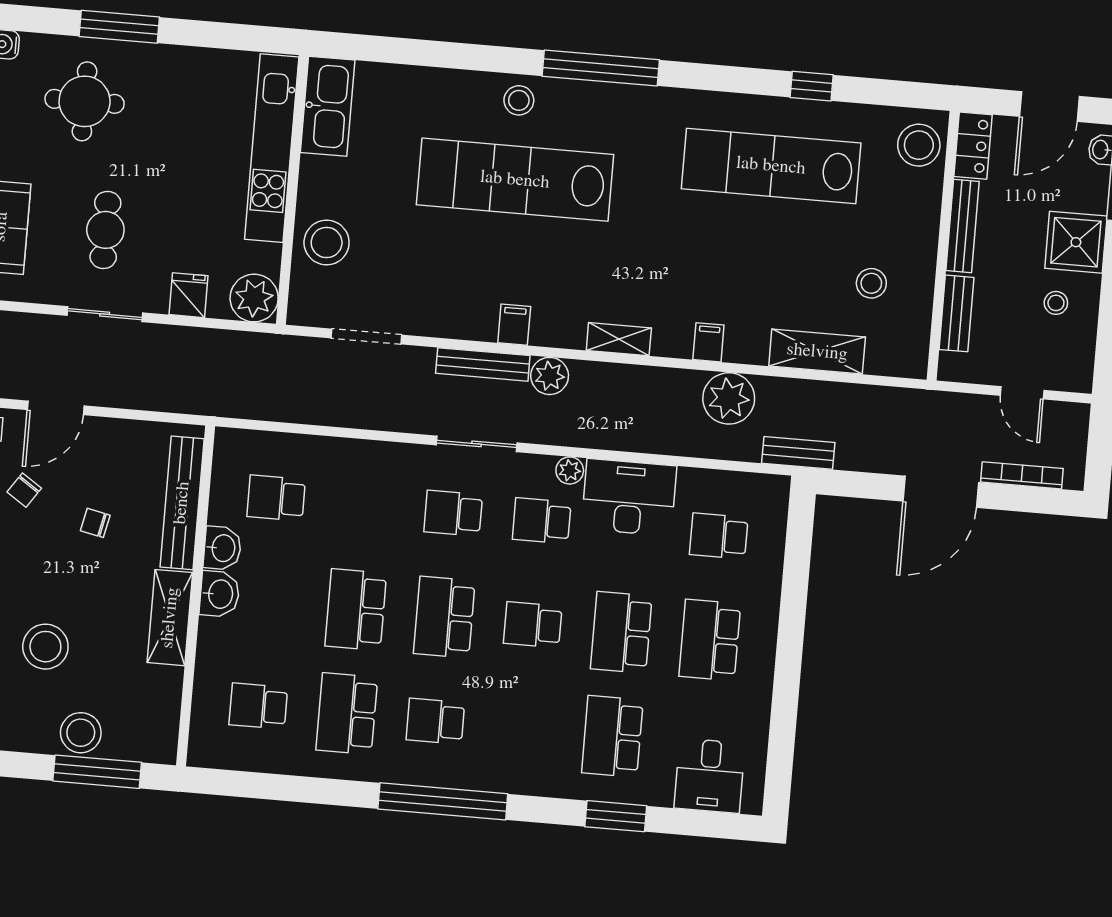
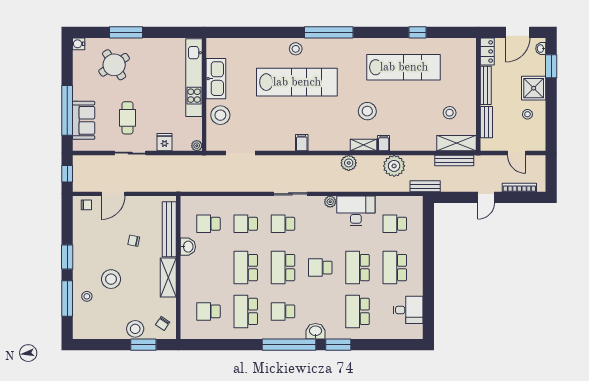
round table: (85, 101) -> (114, 65), turned -33
kitchen sink: (328, 106) -> (216, 79), moved
stool: (919, 145) -> (367, 111), moved
lab bench: (771, 166) -> (404, 67), turned 180
lab bench: (515, 180) -> (297, 82), turned 180
plant: (254, 298) -> (197, 146), width x0.53, depth x0.53
shelving: (619, 339) -> (363, 145), moved
shelving: (817, 352) -> (457, 143), moved
bench: (483, 364) -> (454, 161), moved
plant: (550, 376) -> (349, 163), moved
chair: (24, 490) -> (163, 323), moved
door: (941, 492) -> (486, 197), width x0.53
school desk: (542, 521) -> (246, 224), moved
washbasin: (219, 594) -> (316, 331), moved, turned -90
stool: (45, 647) -> (111, 279), moved
window: (97, 772) -> (143, 345), width x0.69
desk: (710, 776) -> (408, 310), moved, turned -90
window: (616, 816) -> (338, 345), moved

